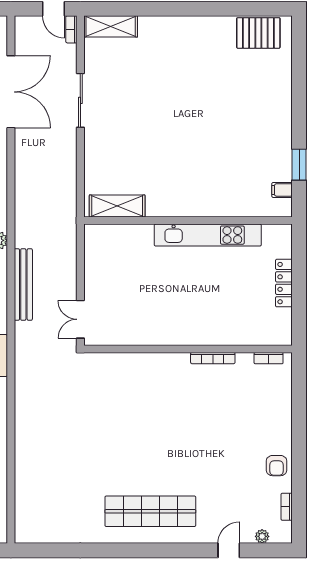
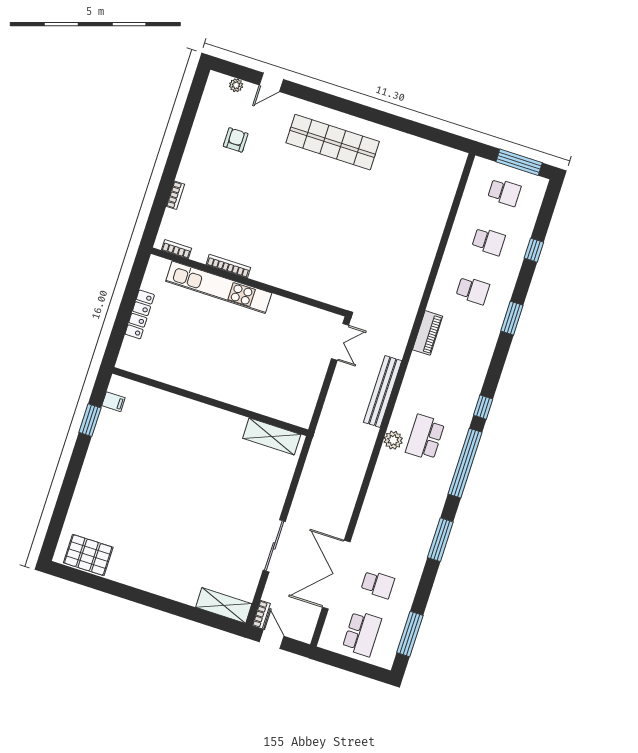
kitchen unit: (208, 235) -> (219, 287), moved, turned 180
armchair: (277, 466) -> (236, 140), moved
bookcase: (287, 507) -> (175, 195), moved

